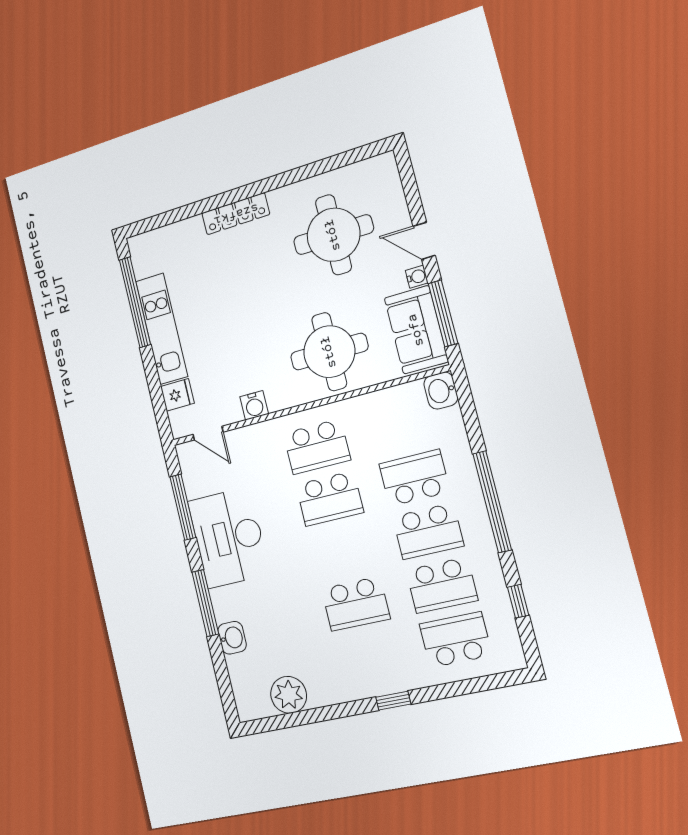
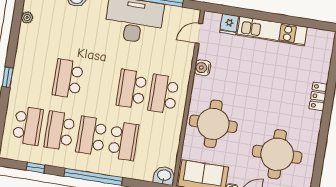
locker: (236, 214) -> (318, 96), width x0.66
window: (135, 302) -> (295, 21), removed
plant: (289, 695) -> (27, 17), width x0.53, depth x0.53

